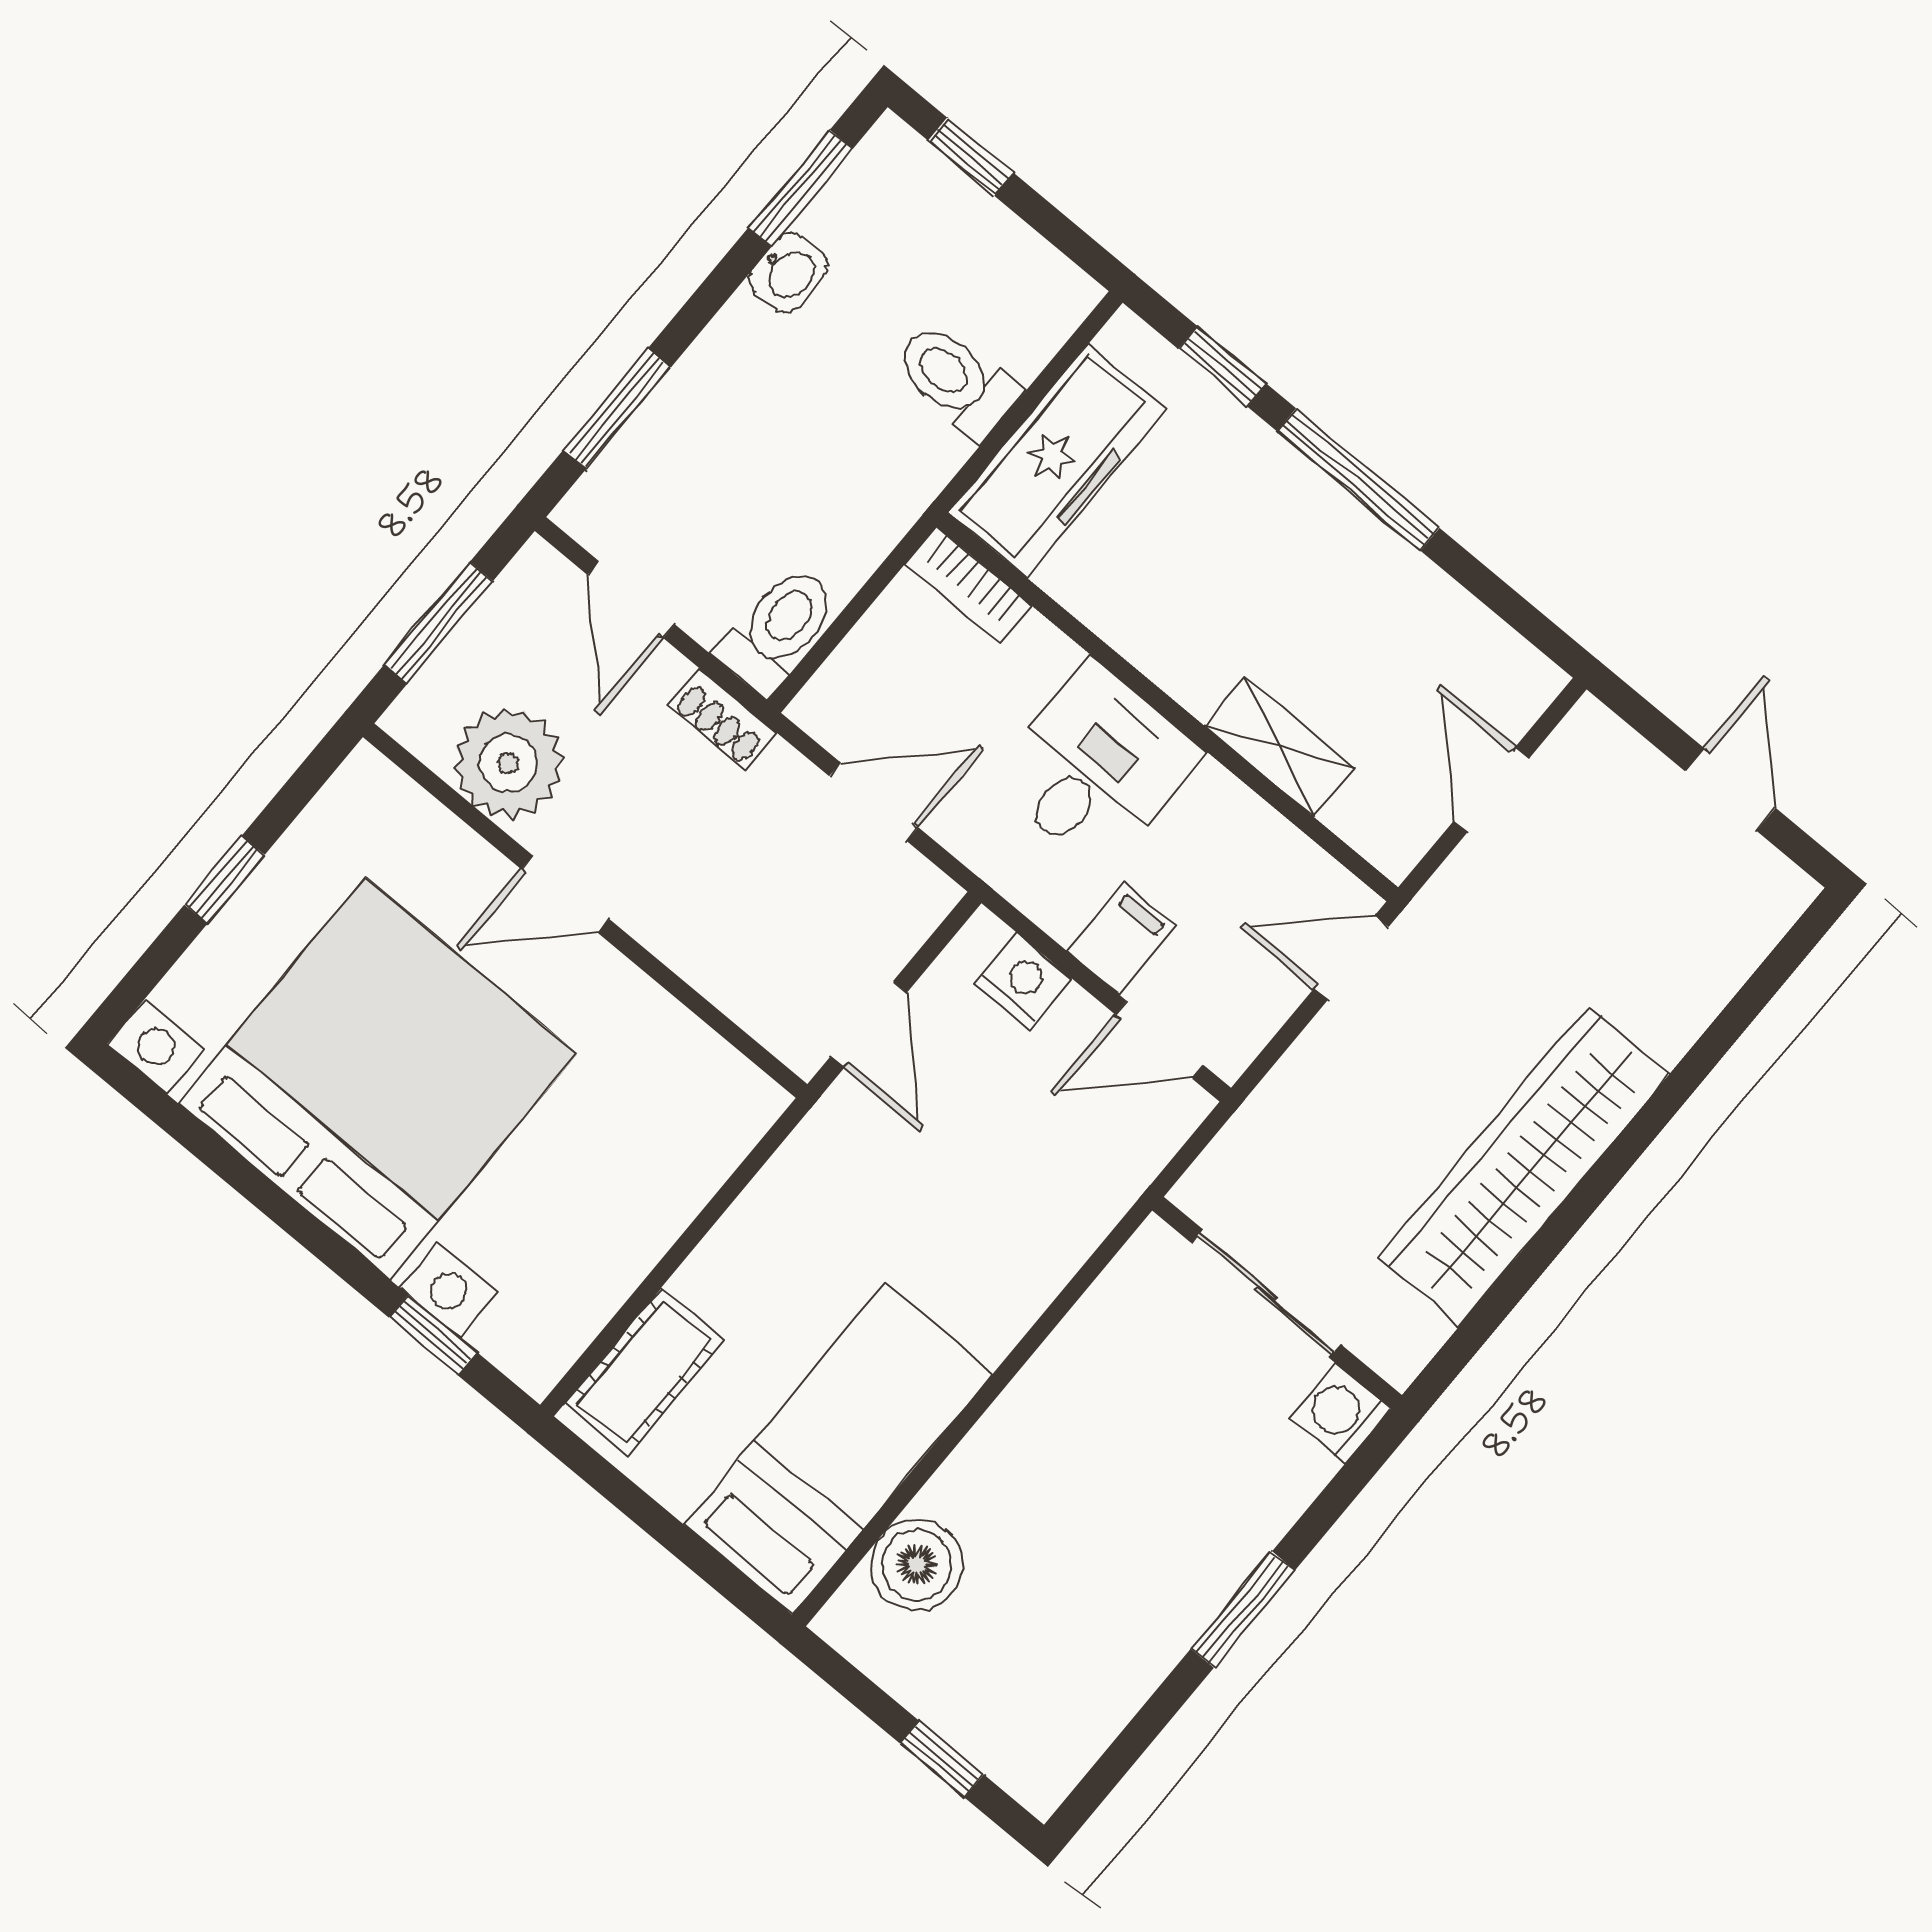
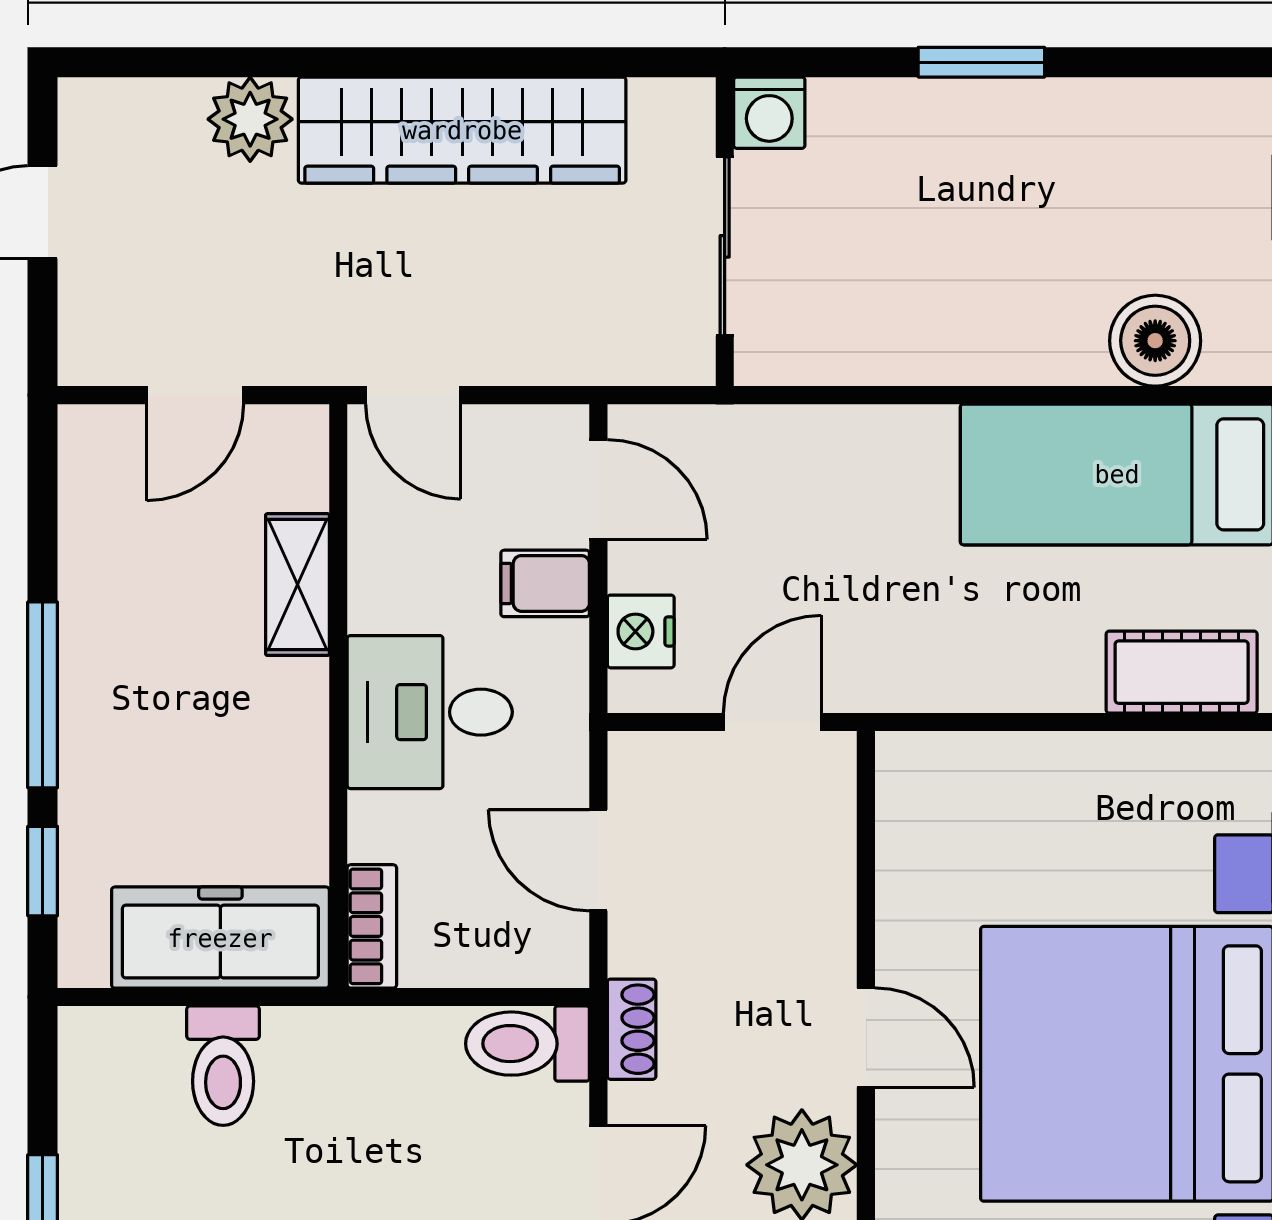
plant: (1669, 1009) -> (250, 119), added

